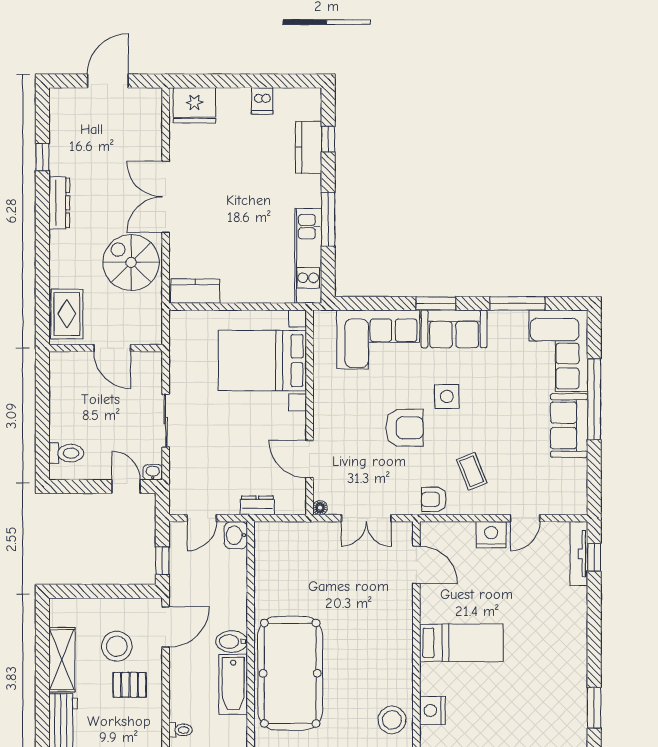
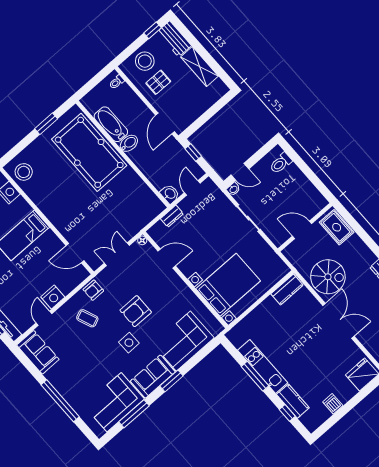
kitchen unit: (308, 256) -> (263, 366), moved
corner sofa: (558, 351) -> (114, 402), moved, turned -90
sofa: (569, 425) -> (38, 352), moved
armchair: (434, 499) -> (93, 290), turned 180
stool: (117, 646) -> (145, 61), moved

